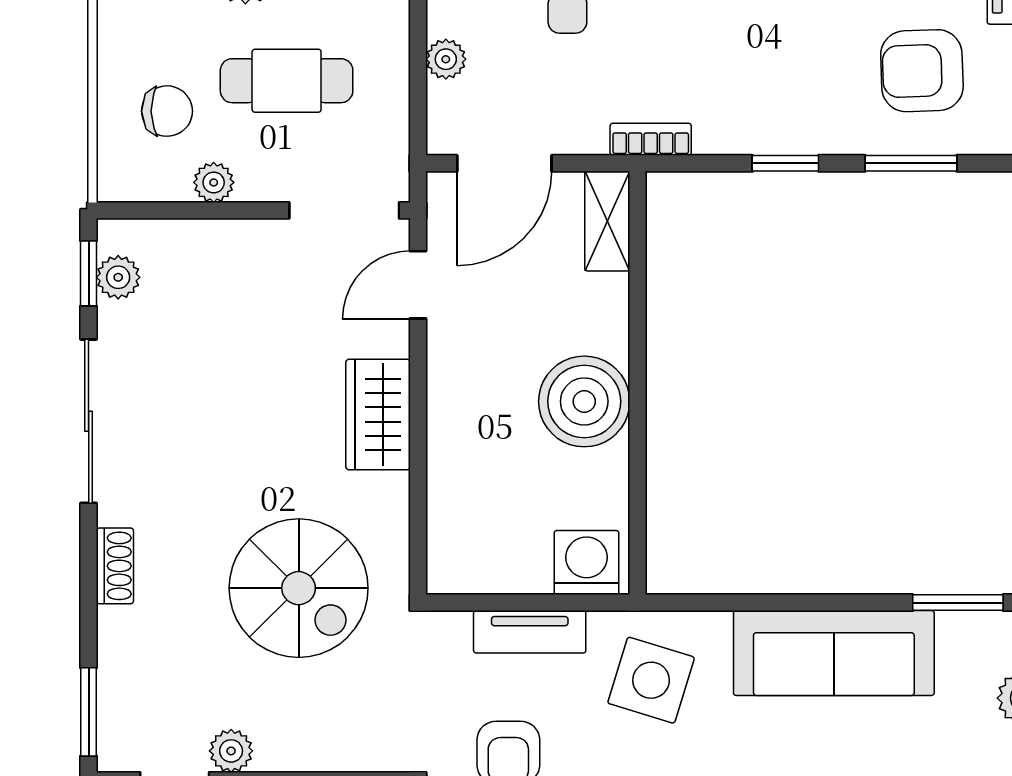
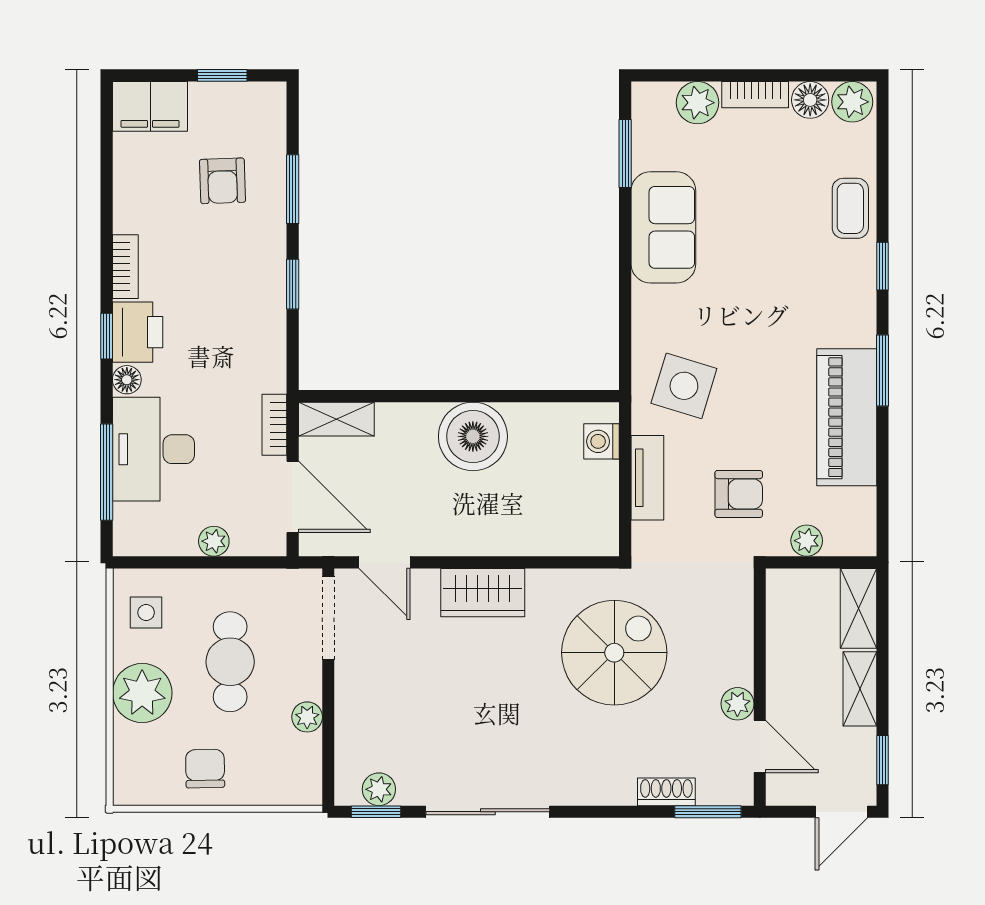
armchair: (922, 71) -> (223, 181), width x0.72, depth x0.72
chair: (167, 111) -> (205, 769), moved
bookcase: (651, 139) -> (274, 425), moved
washing machine: (587, 563) -> (602, 441), width x0.73, depth x0.73
shoe rack: (115, 566) -> (666, 792), moved
sofa: (834, 653) -> (663, 227), width x0.73

